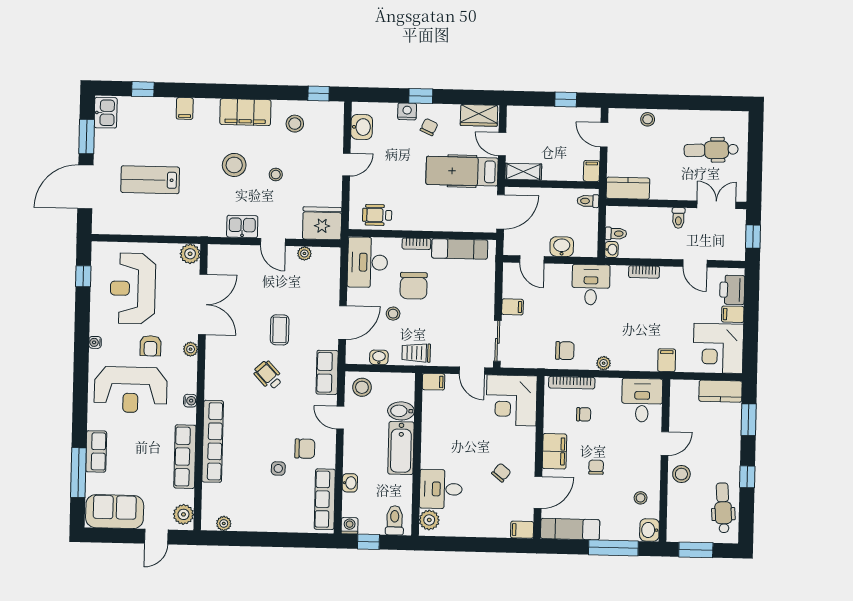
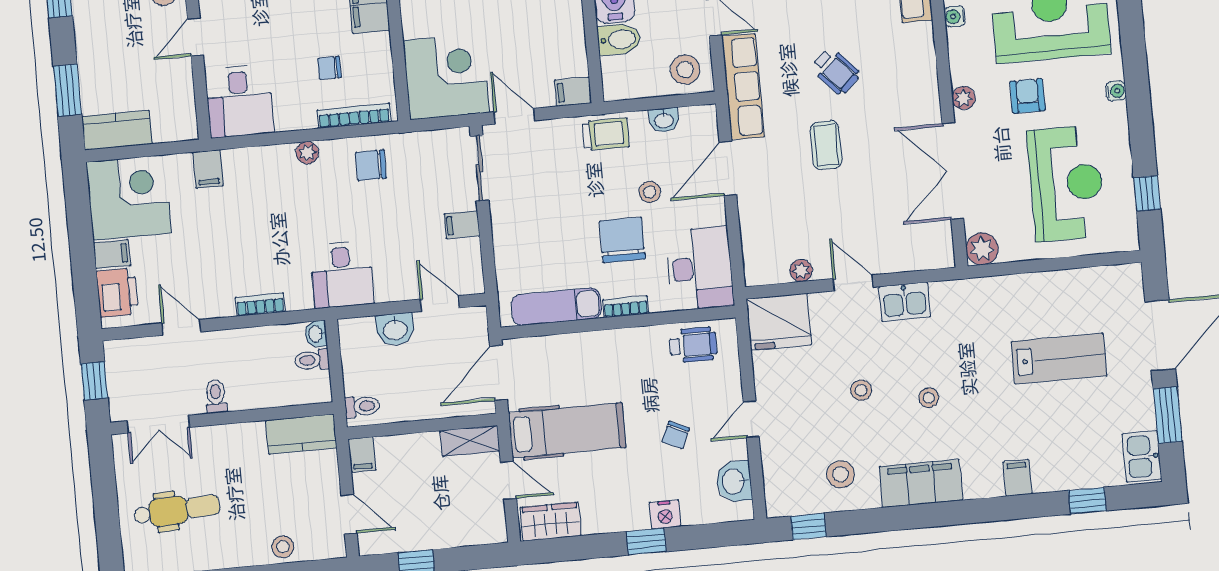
chair: (429, 127) -> (676, 435), moved
stool: (234, 165) -> (929, 398), width x0.53, depth x0.53
row of seats: (327, 372) -> (743, 87), width x1.48

